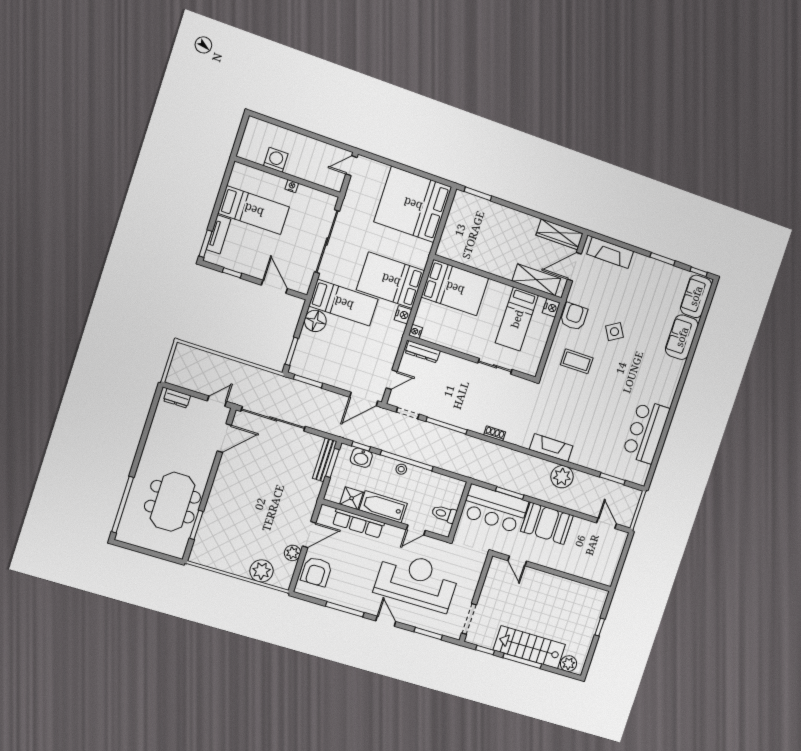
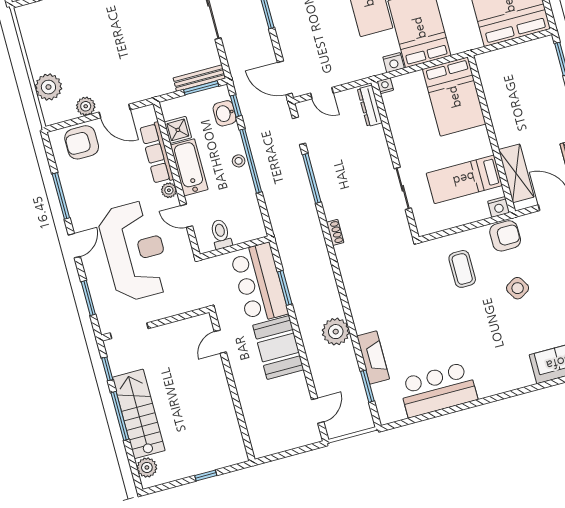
fireplace: (551, 448) -> (373, 358), moved
plant: (390, 531) -> (169, 190), added

